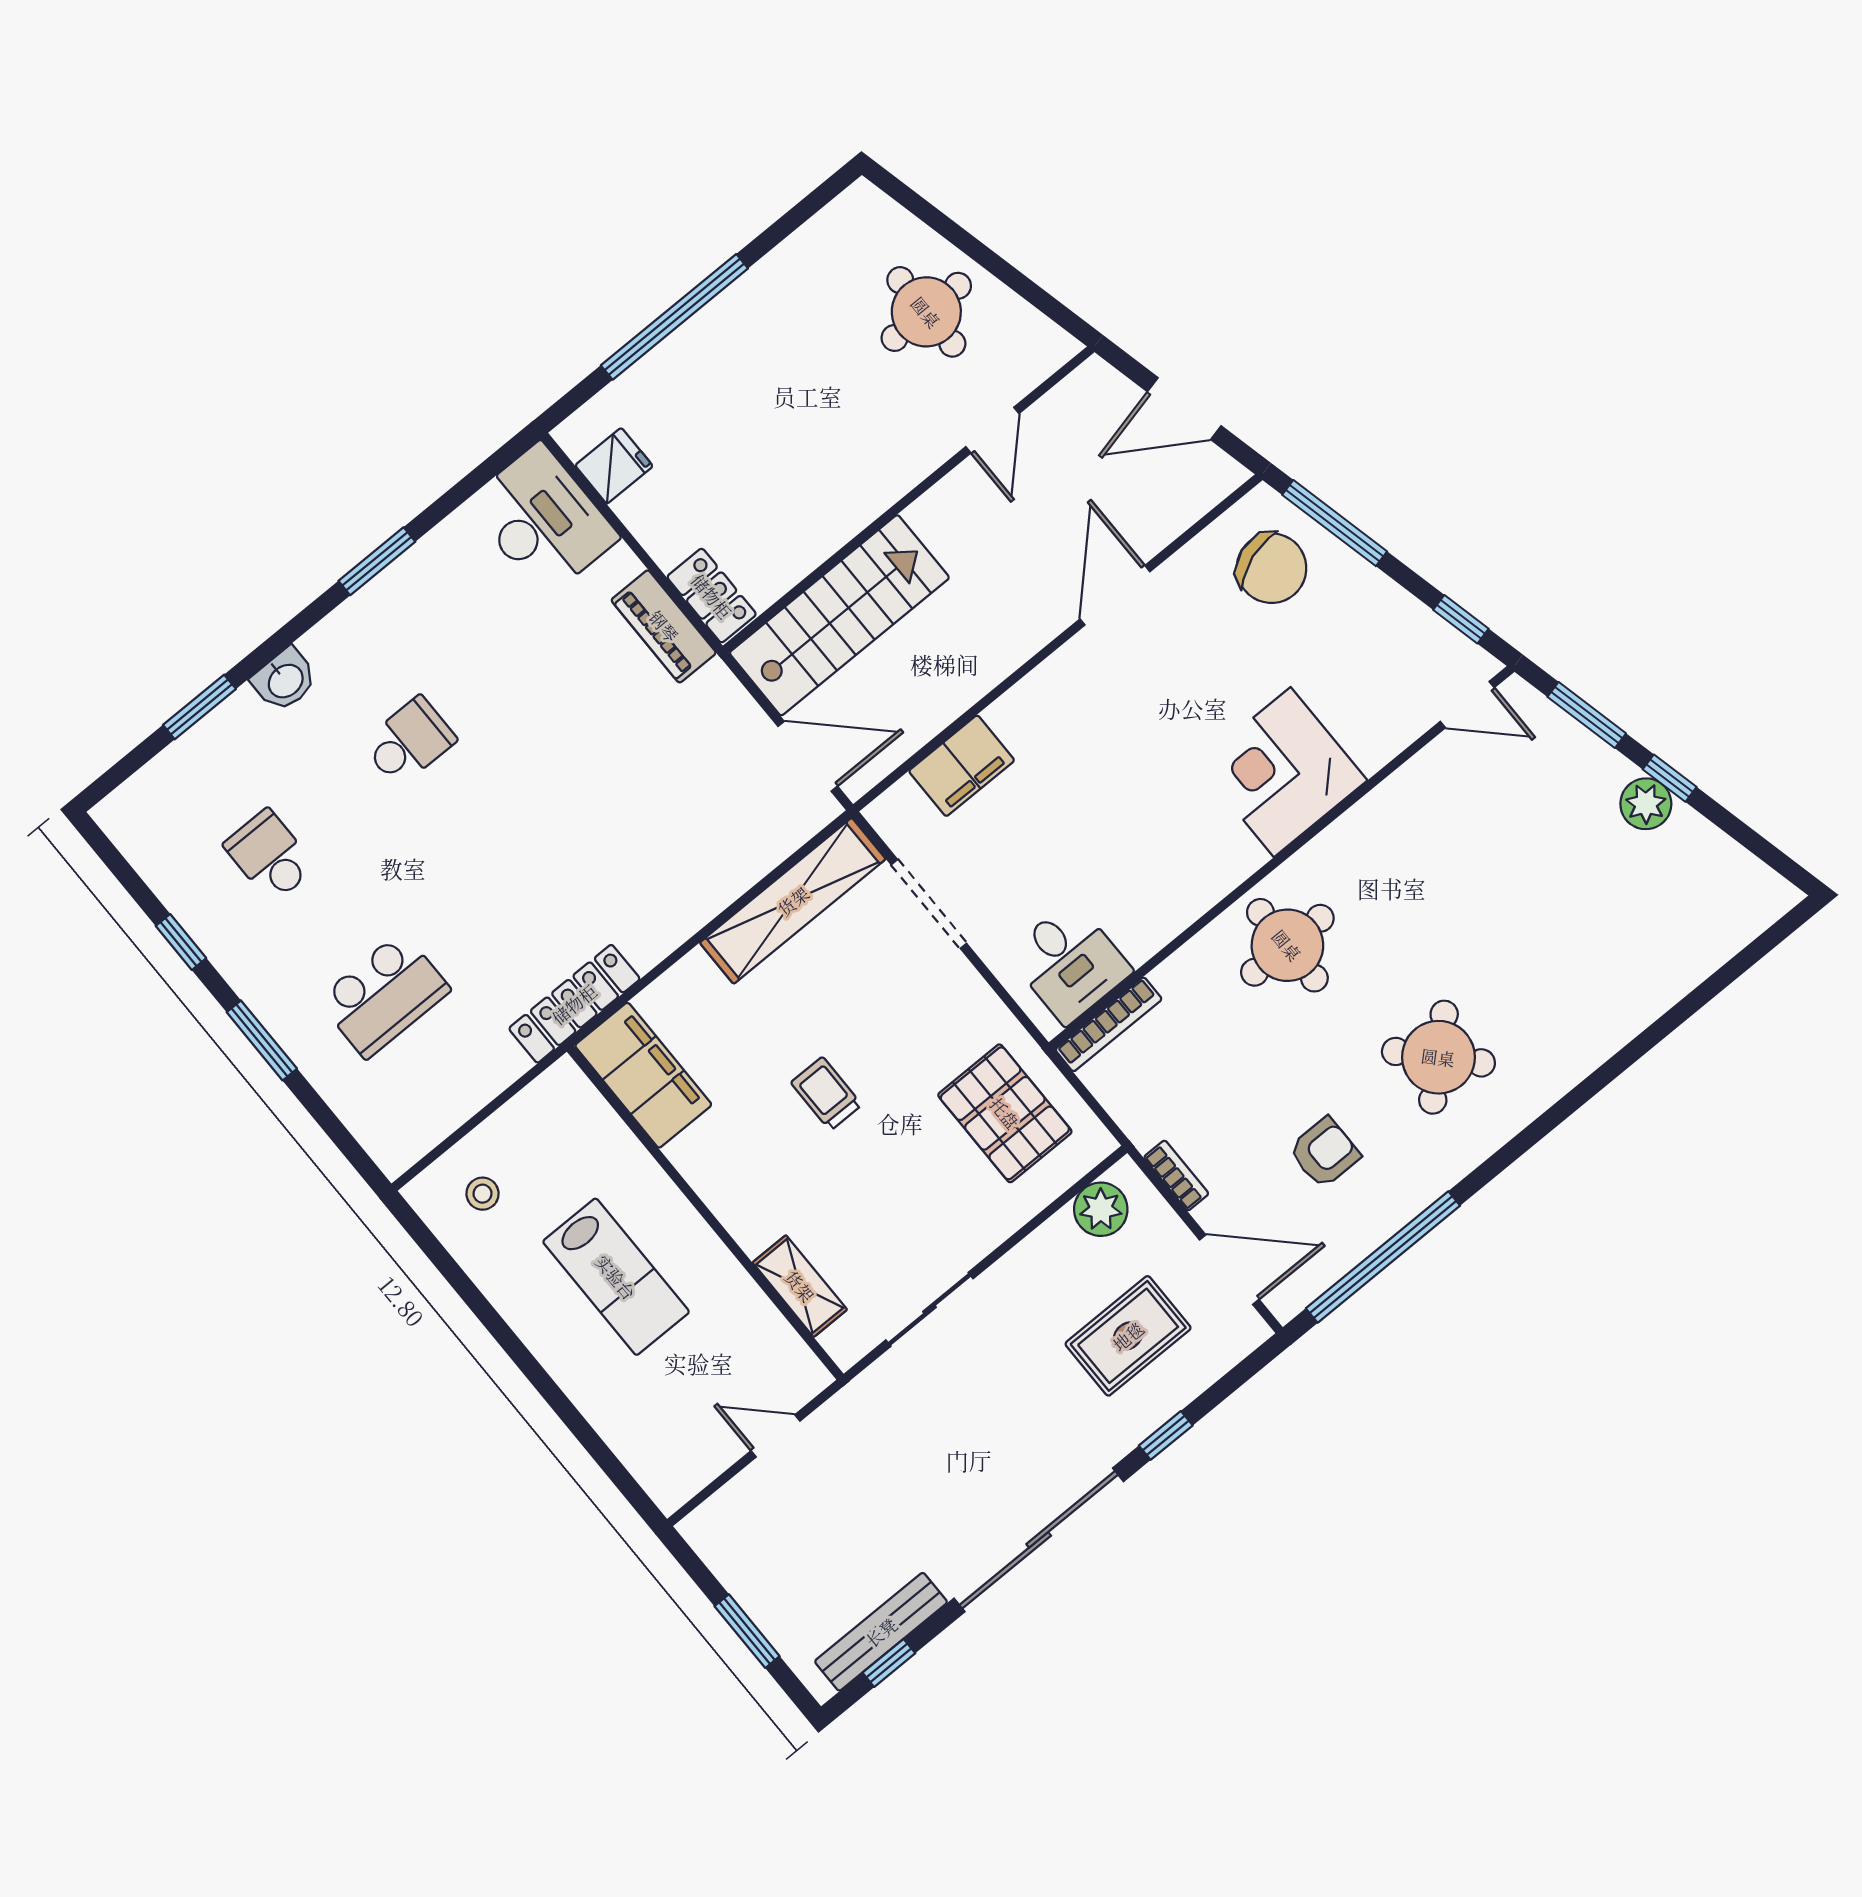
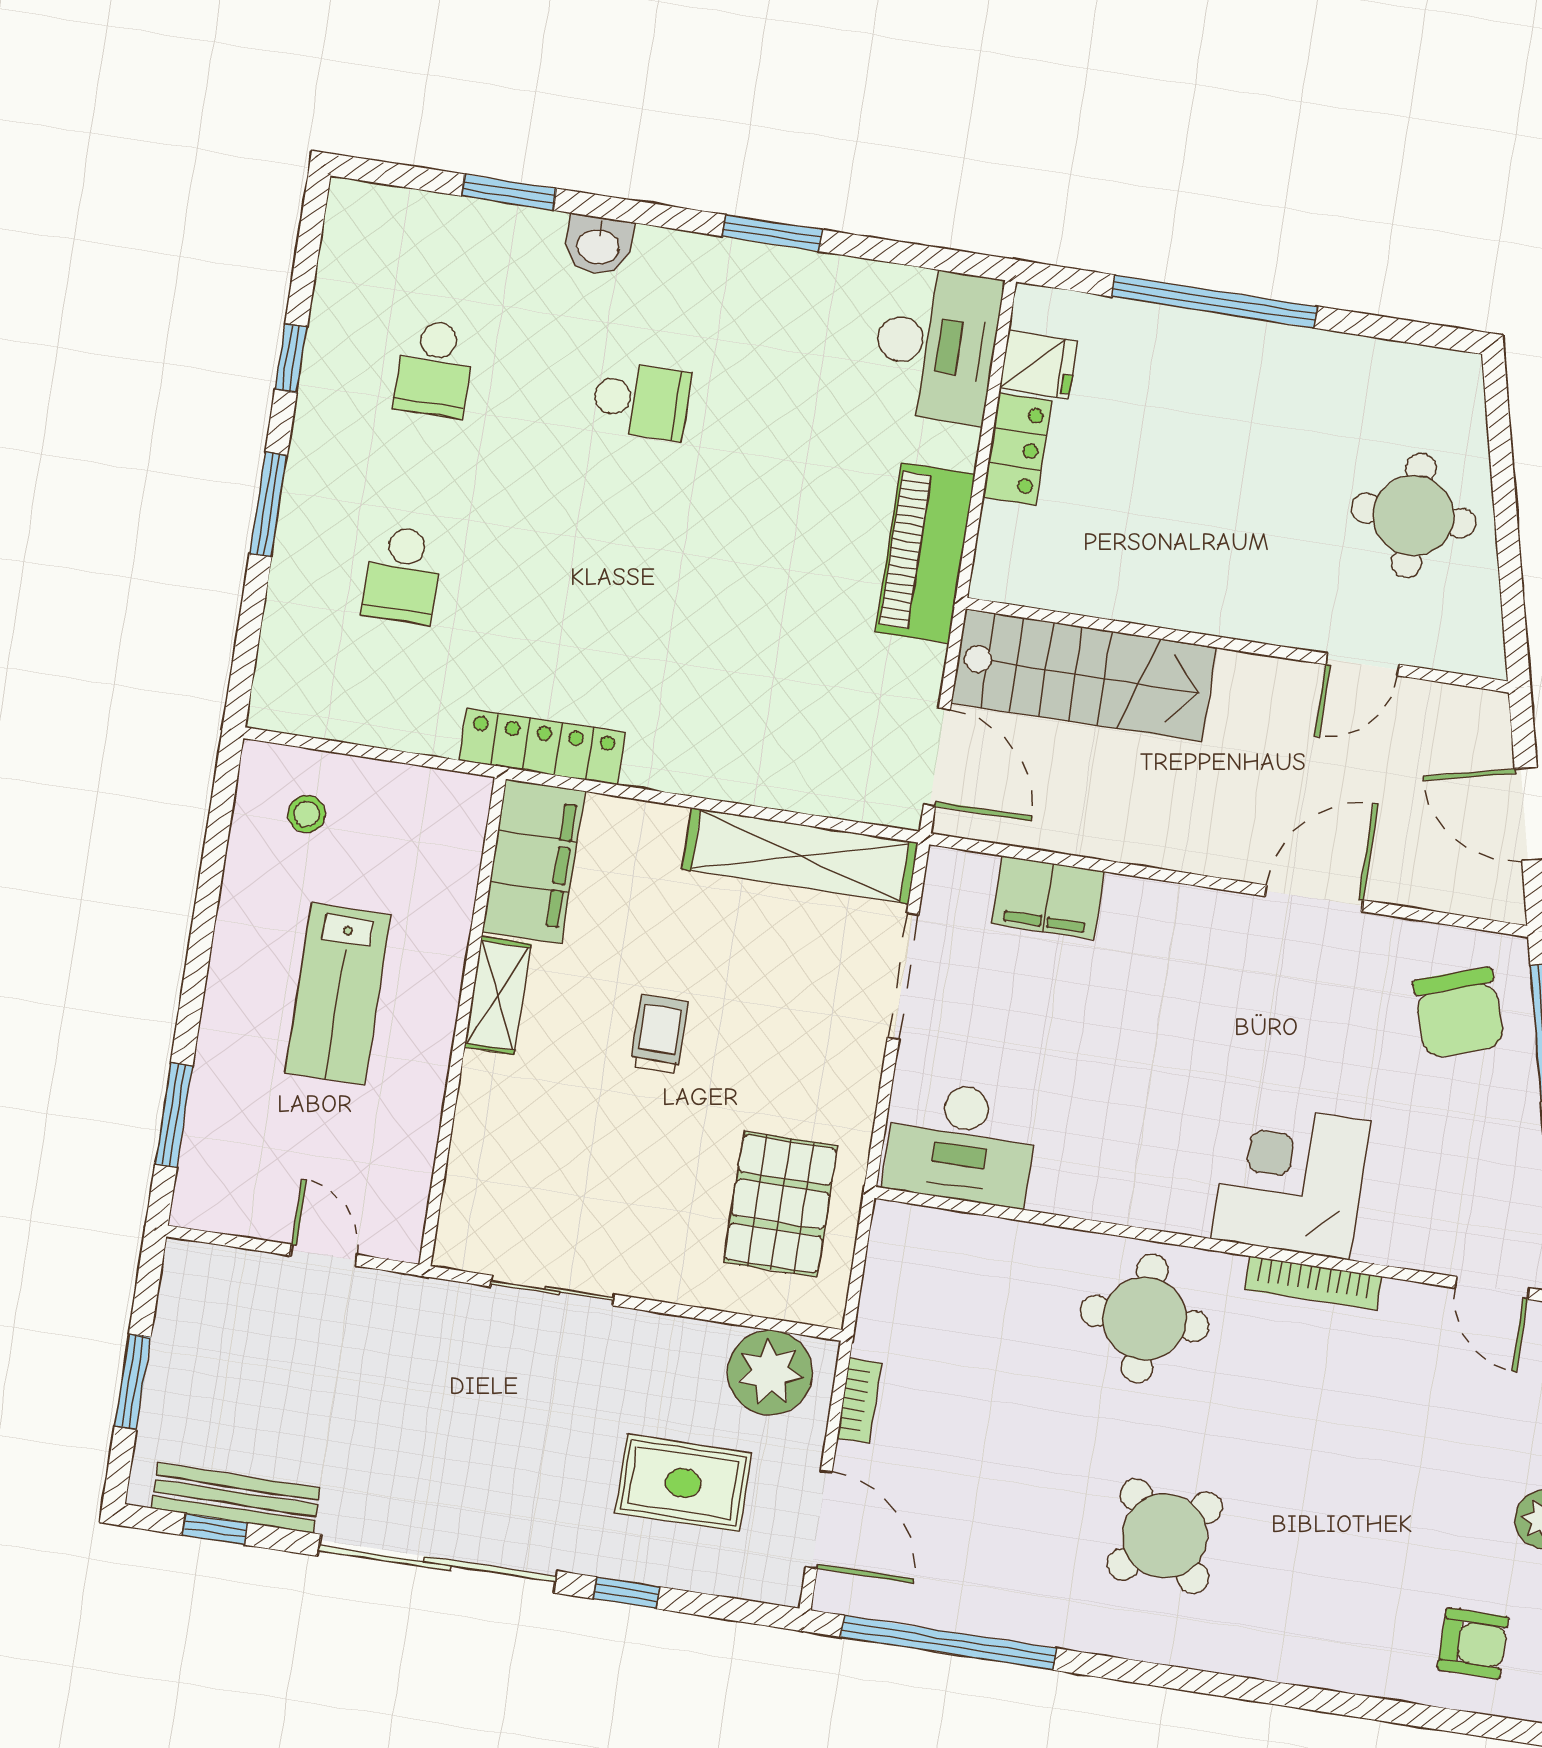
locker: (712, 596) -> (1017, 449), moved
piano: (664, 626) -> (925, 553), width x1.37, depth x1.33
school desk: (270, 856) -> (434, 368), turned 180
desk: (1069, 962) -> (961, 1143), width x1.37
school desk: (384, 995) -> (402, 575), width x0.54
bookcase: (1109, 1024) -> (1313, 1283), moved
armchair: (1324, 1153) -> (1473, 1643), moved
plant: (1101, 1209) -> (770, 1373), width x1.36, depth x1.36
shelving: (800, 1286) -> (498, 996), moved
window: (600, 1452) -> (174, 1115), added

